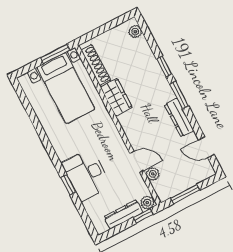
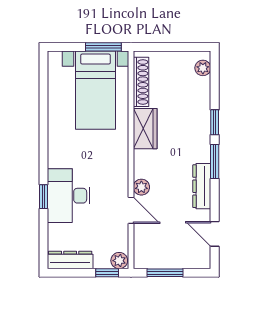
plant: (153, 174) -> (141, 187), moved
dresser: (123, 214) -> (70, 260), moved

